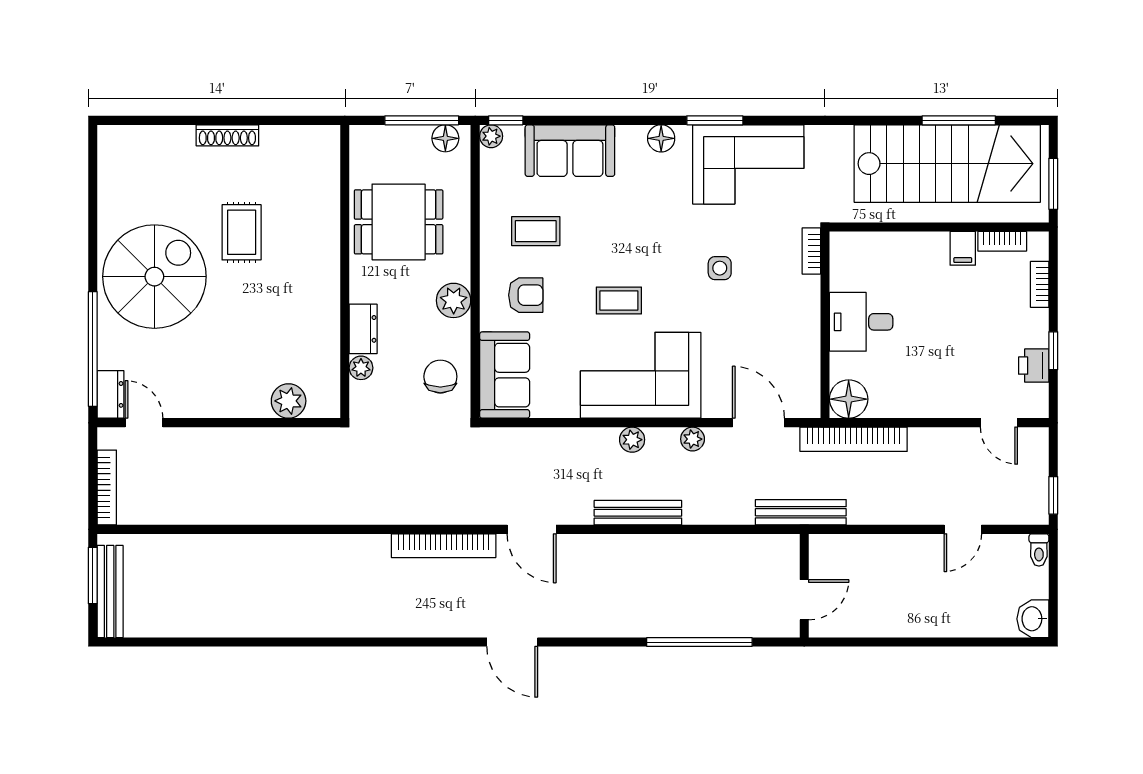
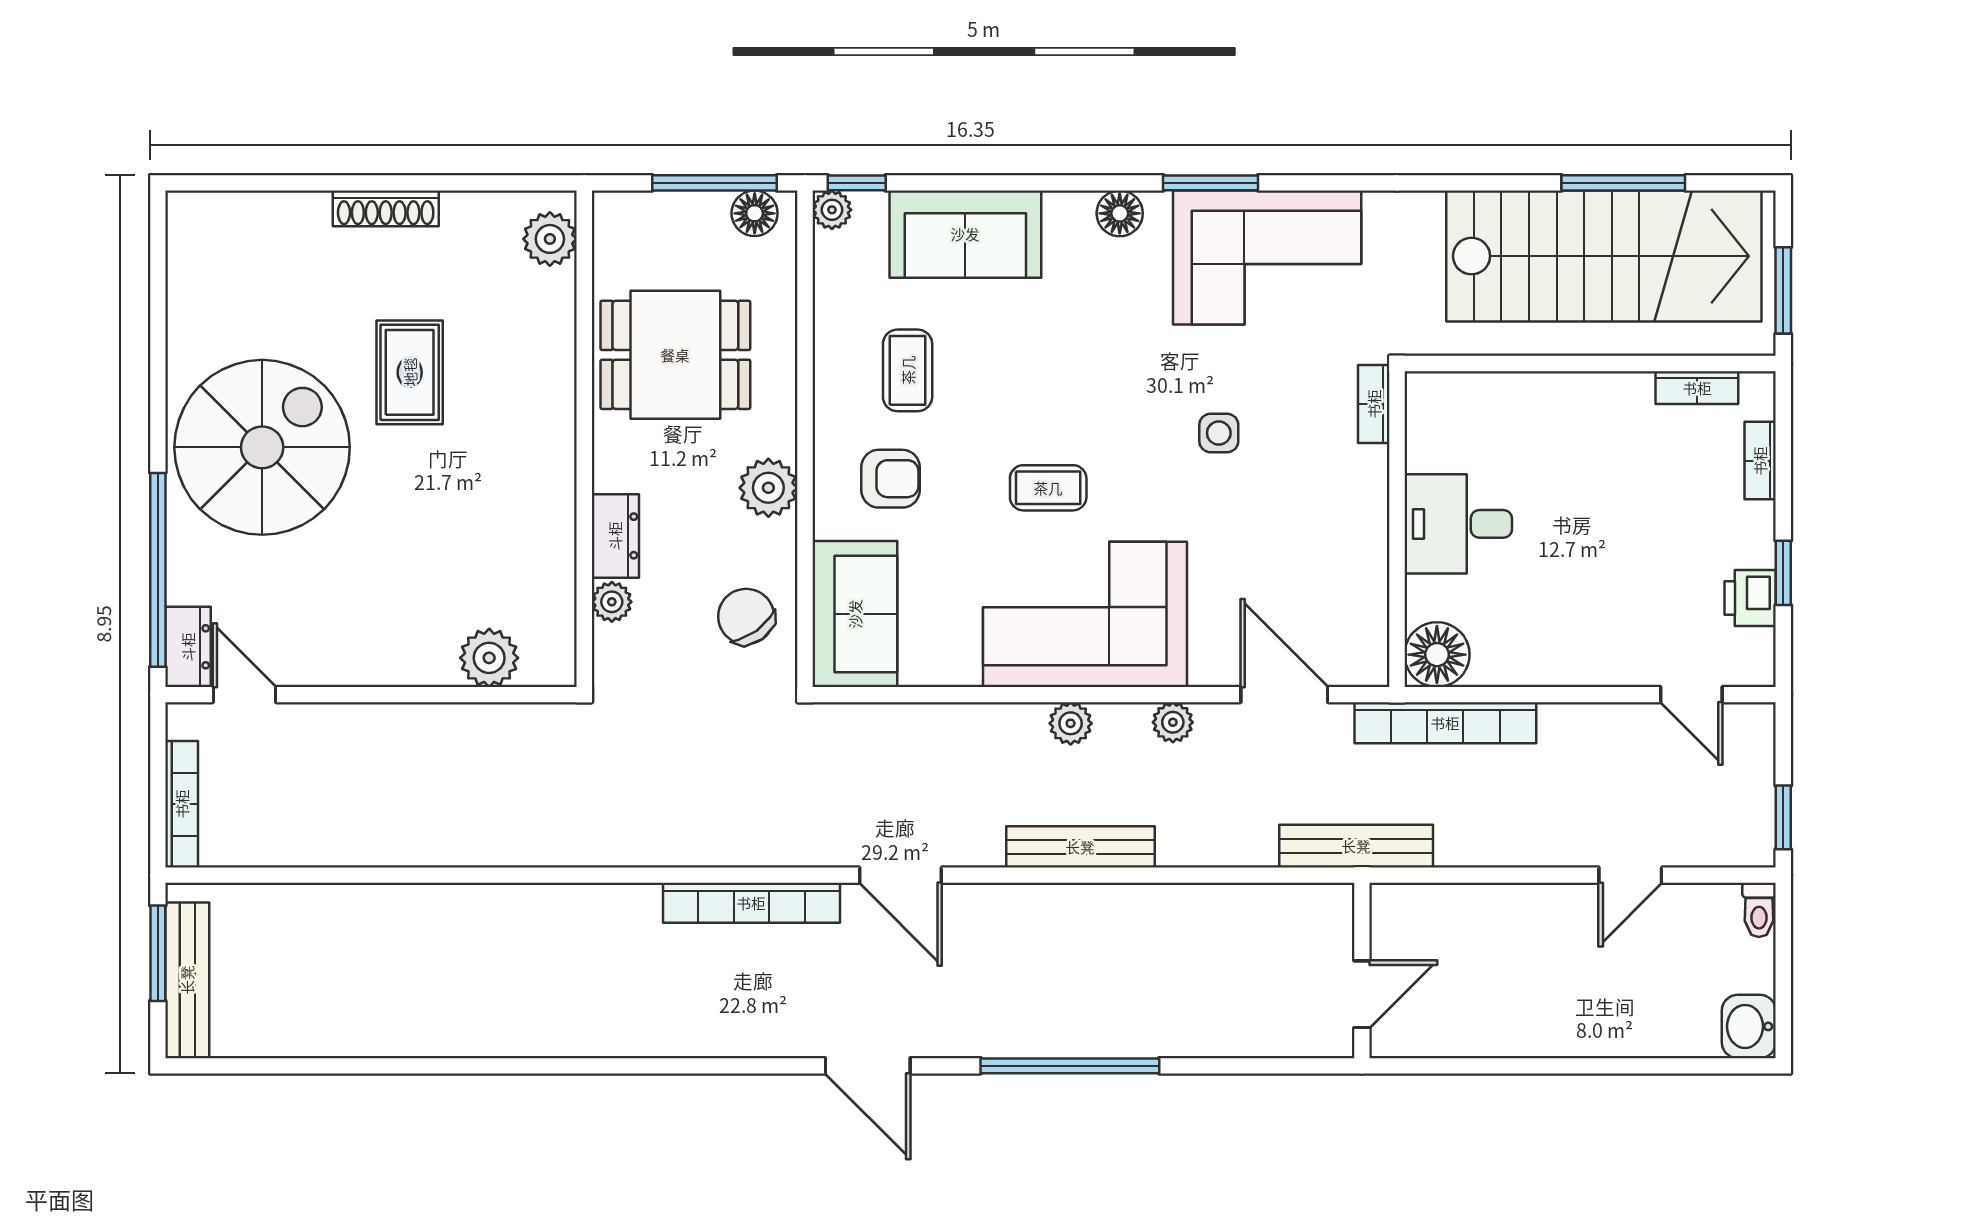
plant: (324, 153) -> (550, 239), added
coffee table: (536, 231) -> (908, 370), turned 90
filing cabinet: (963, 248) -> (1630, 399), removed
chair: (440, 377) -> (746, 616), turned -36
window: (699, 642) -> (1070, 1066), moved

